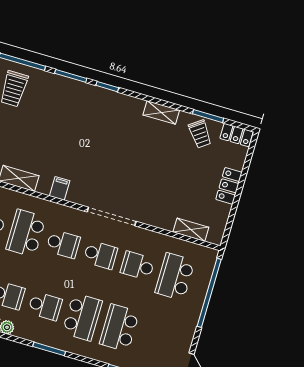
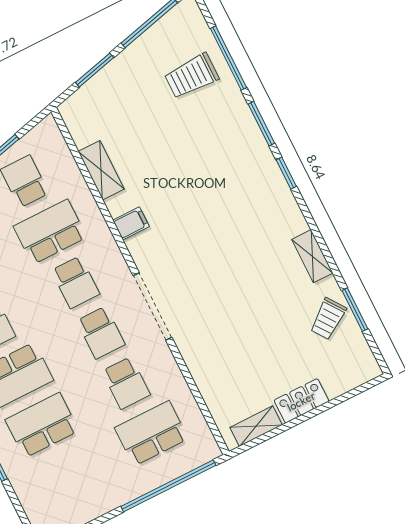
locker: (237, 135) -> (363, 359), removed
shelving: (191, 230) -> (256, 426), moved, turned 90
school desk: (138, 266) -> (126, 383), turned 180

